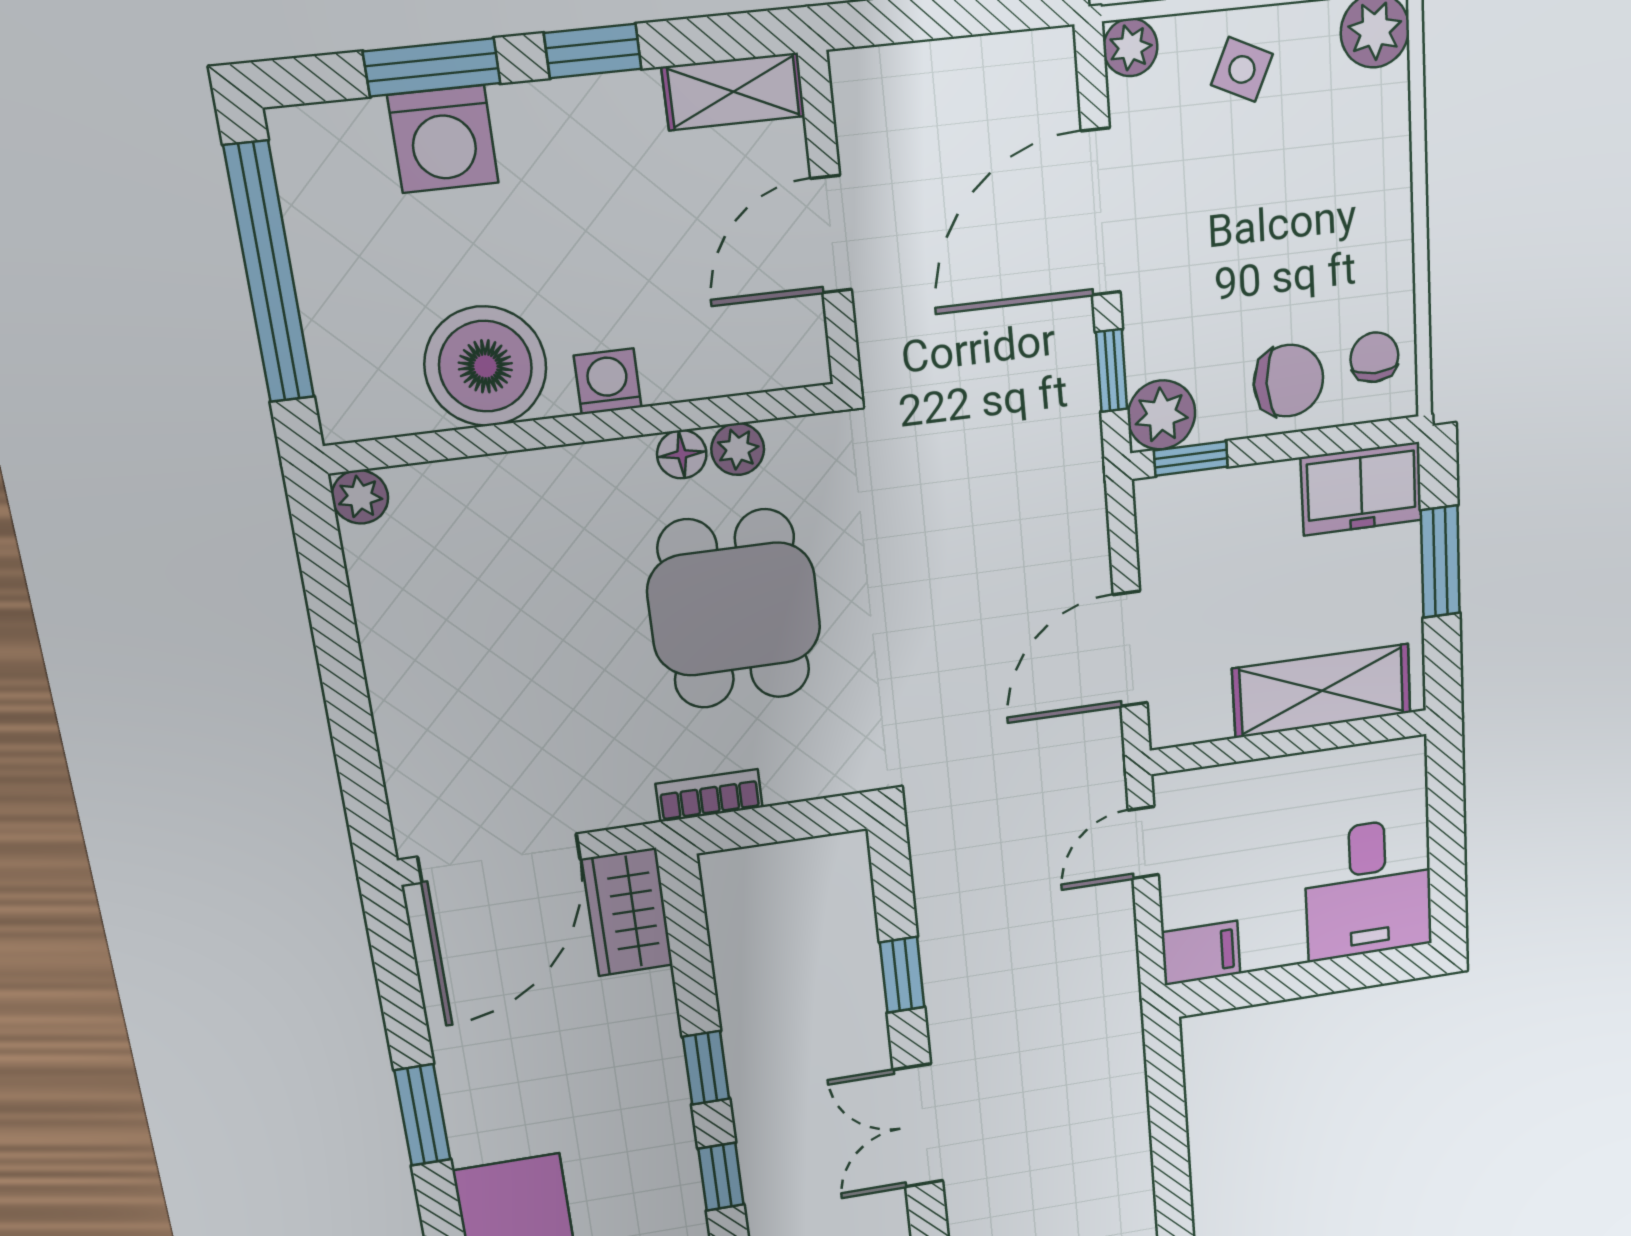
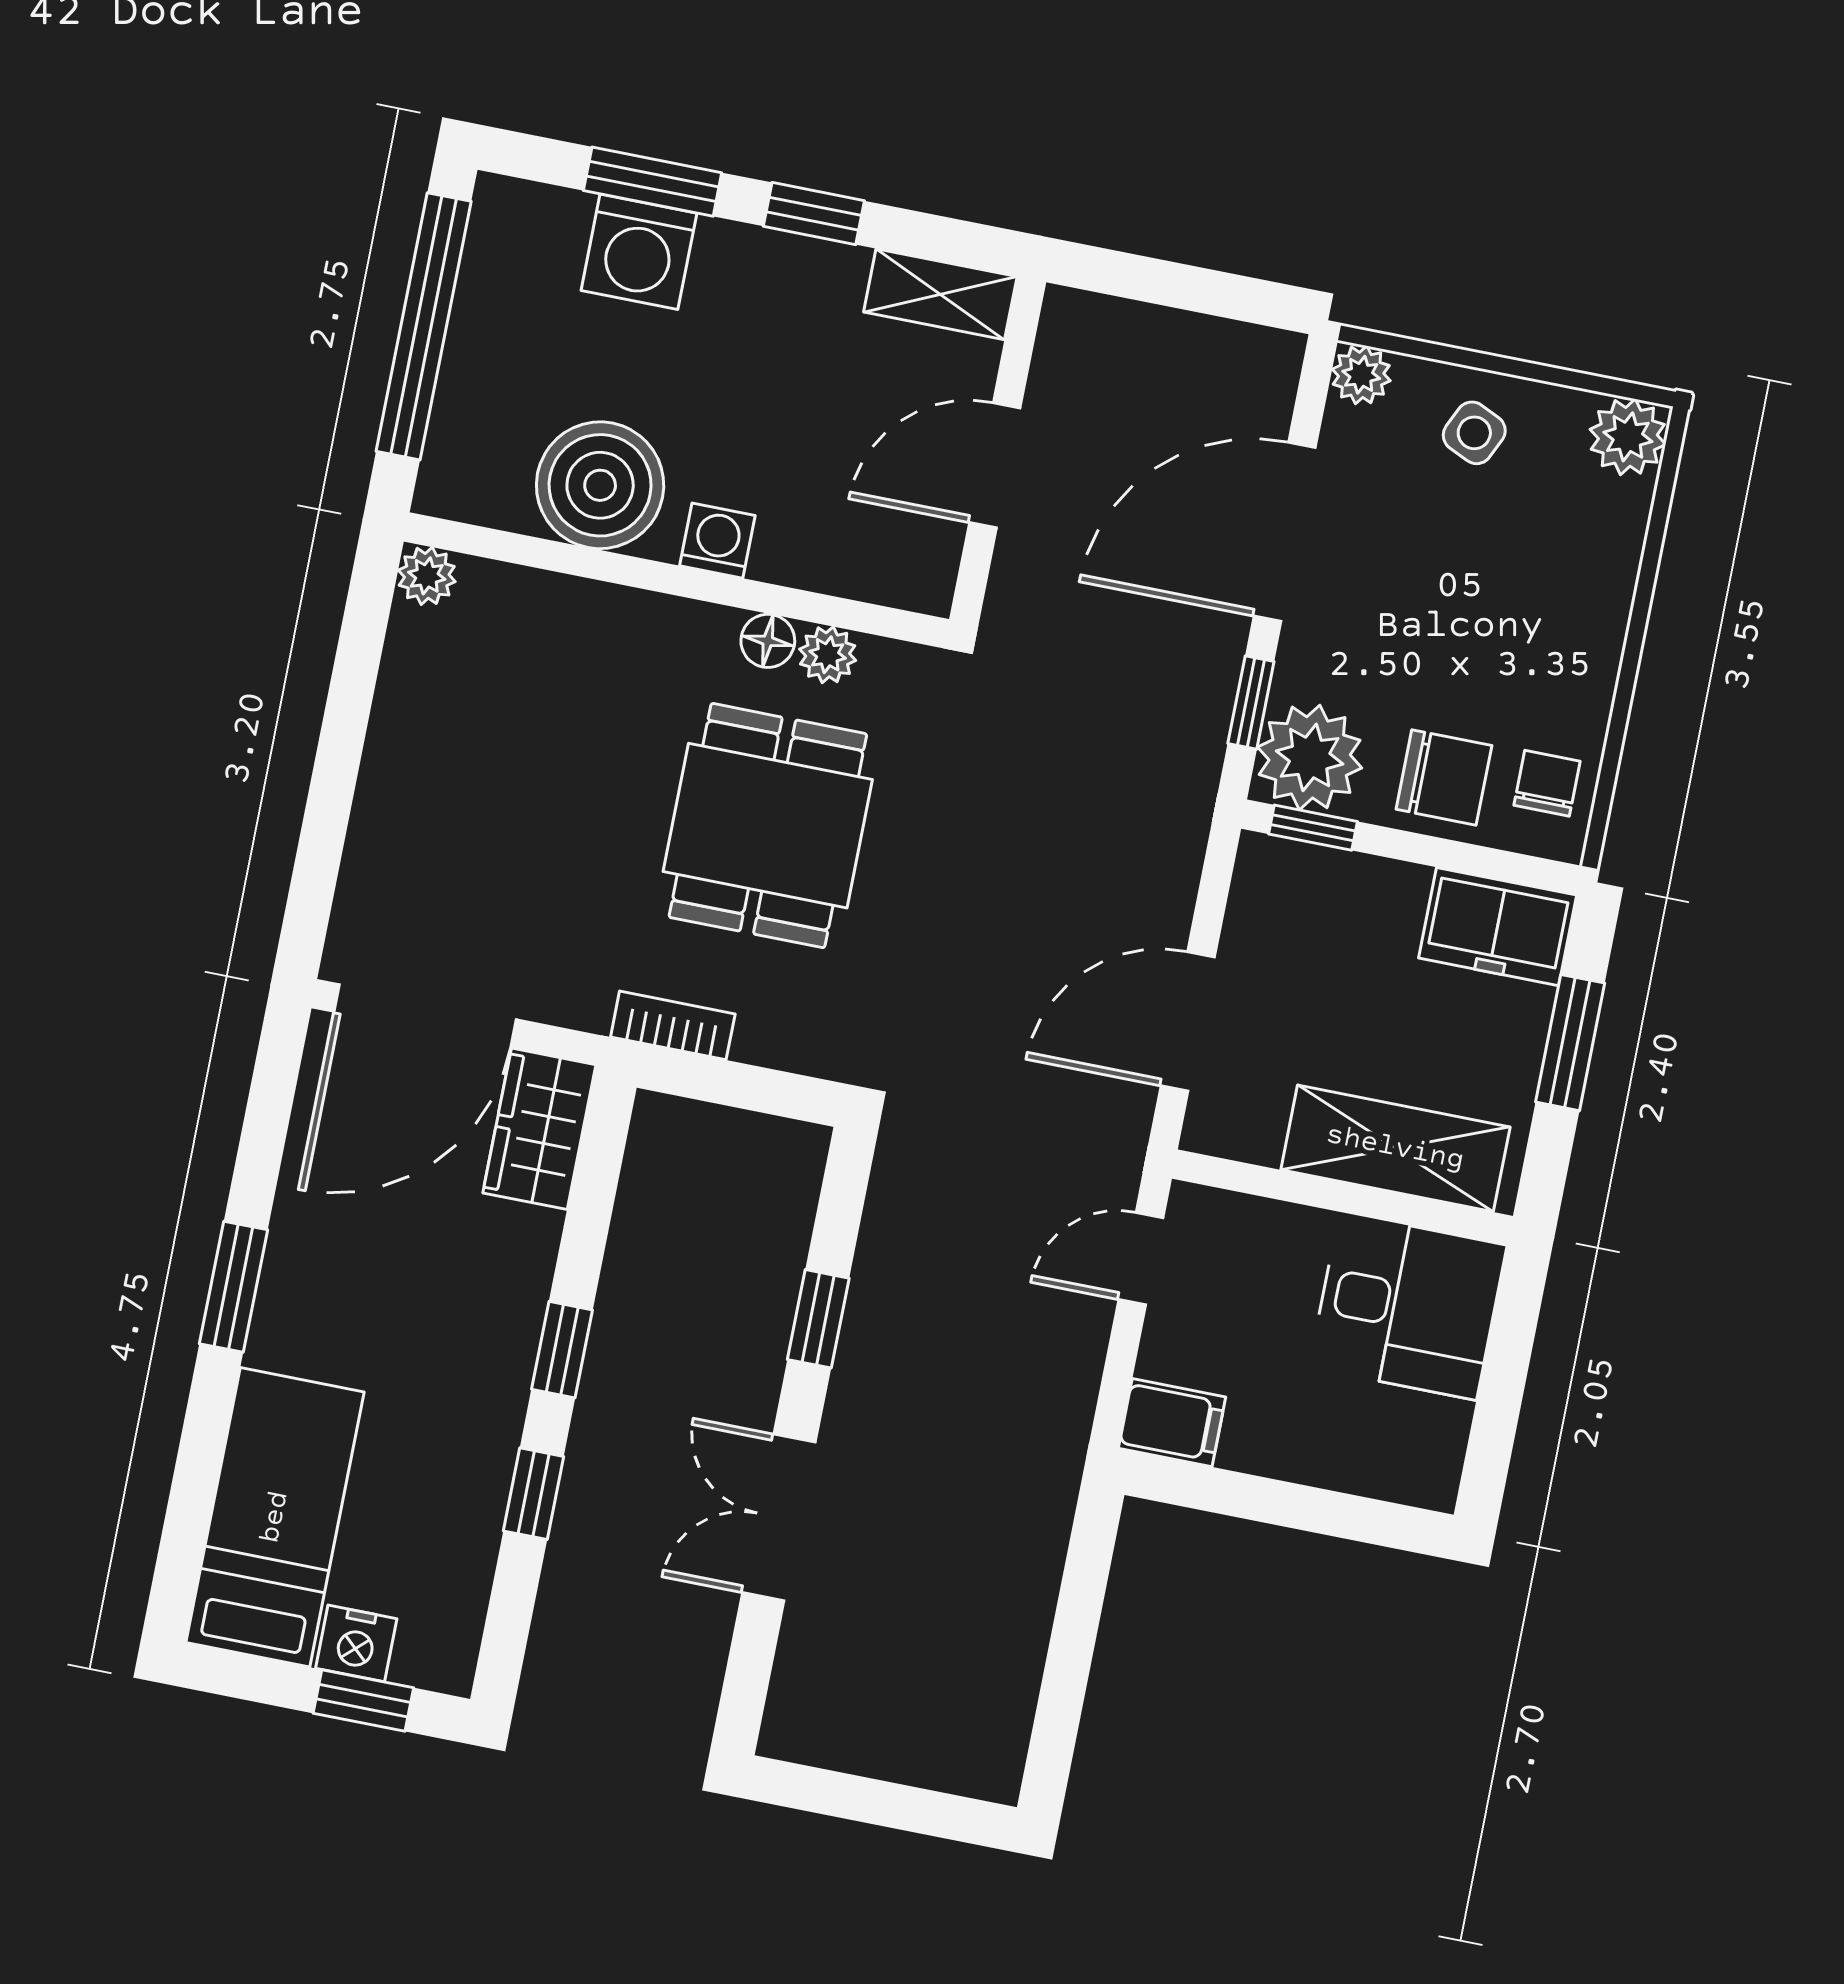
plant: (1161, 415) -> (1310, 757), width x1.36, depth x1.36
desk: (1368, 889) -> (1408, 1306), moved, turned -90

